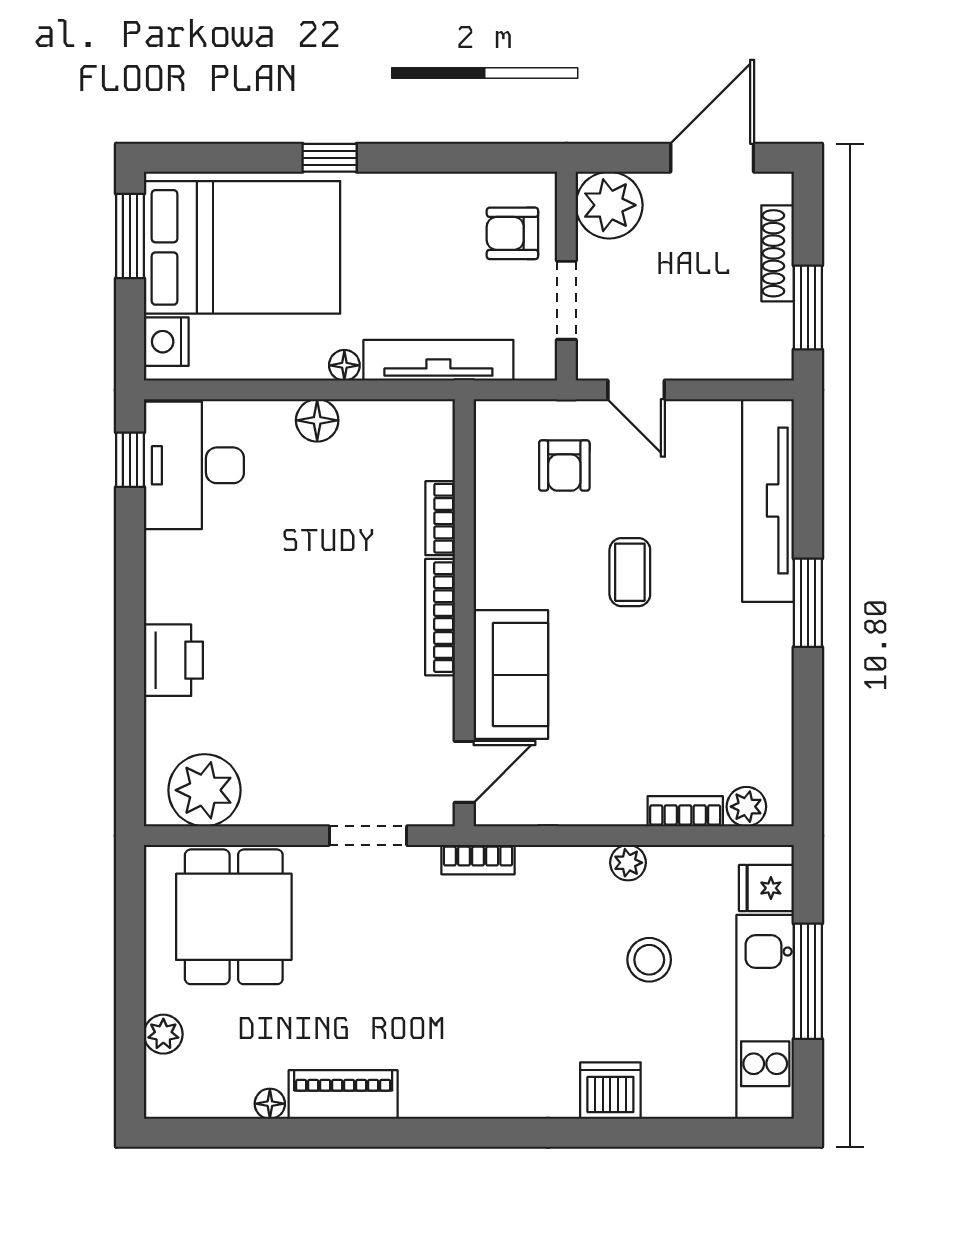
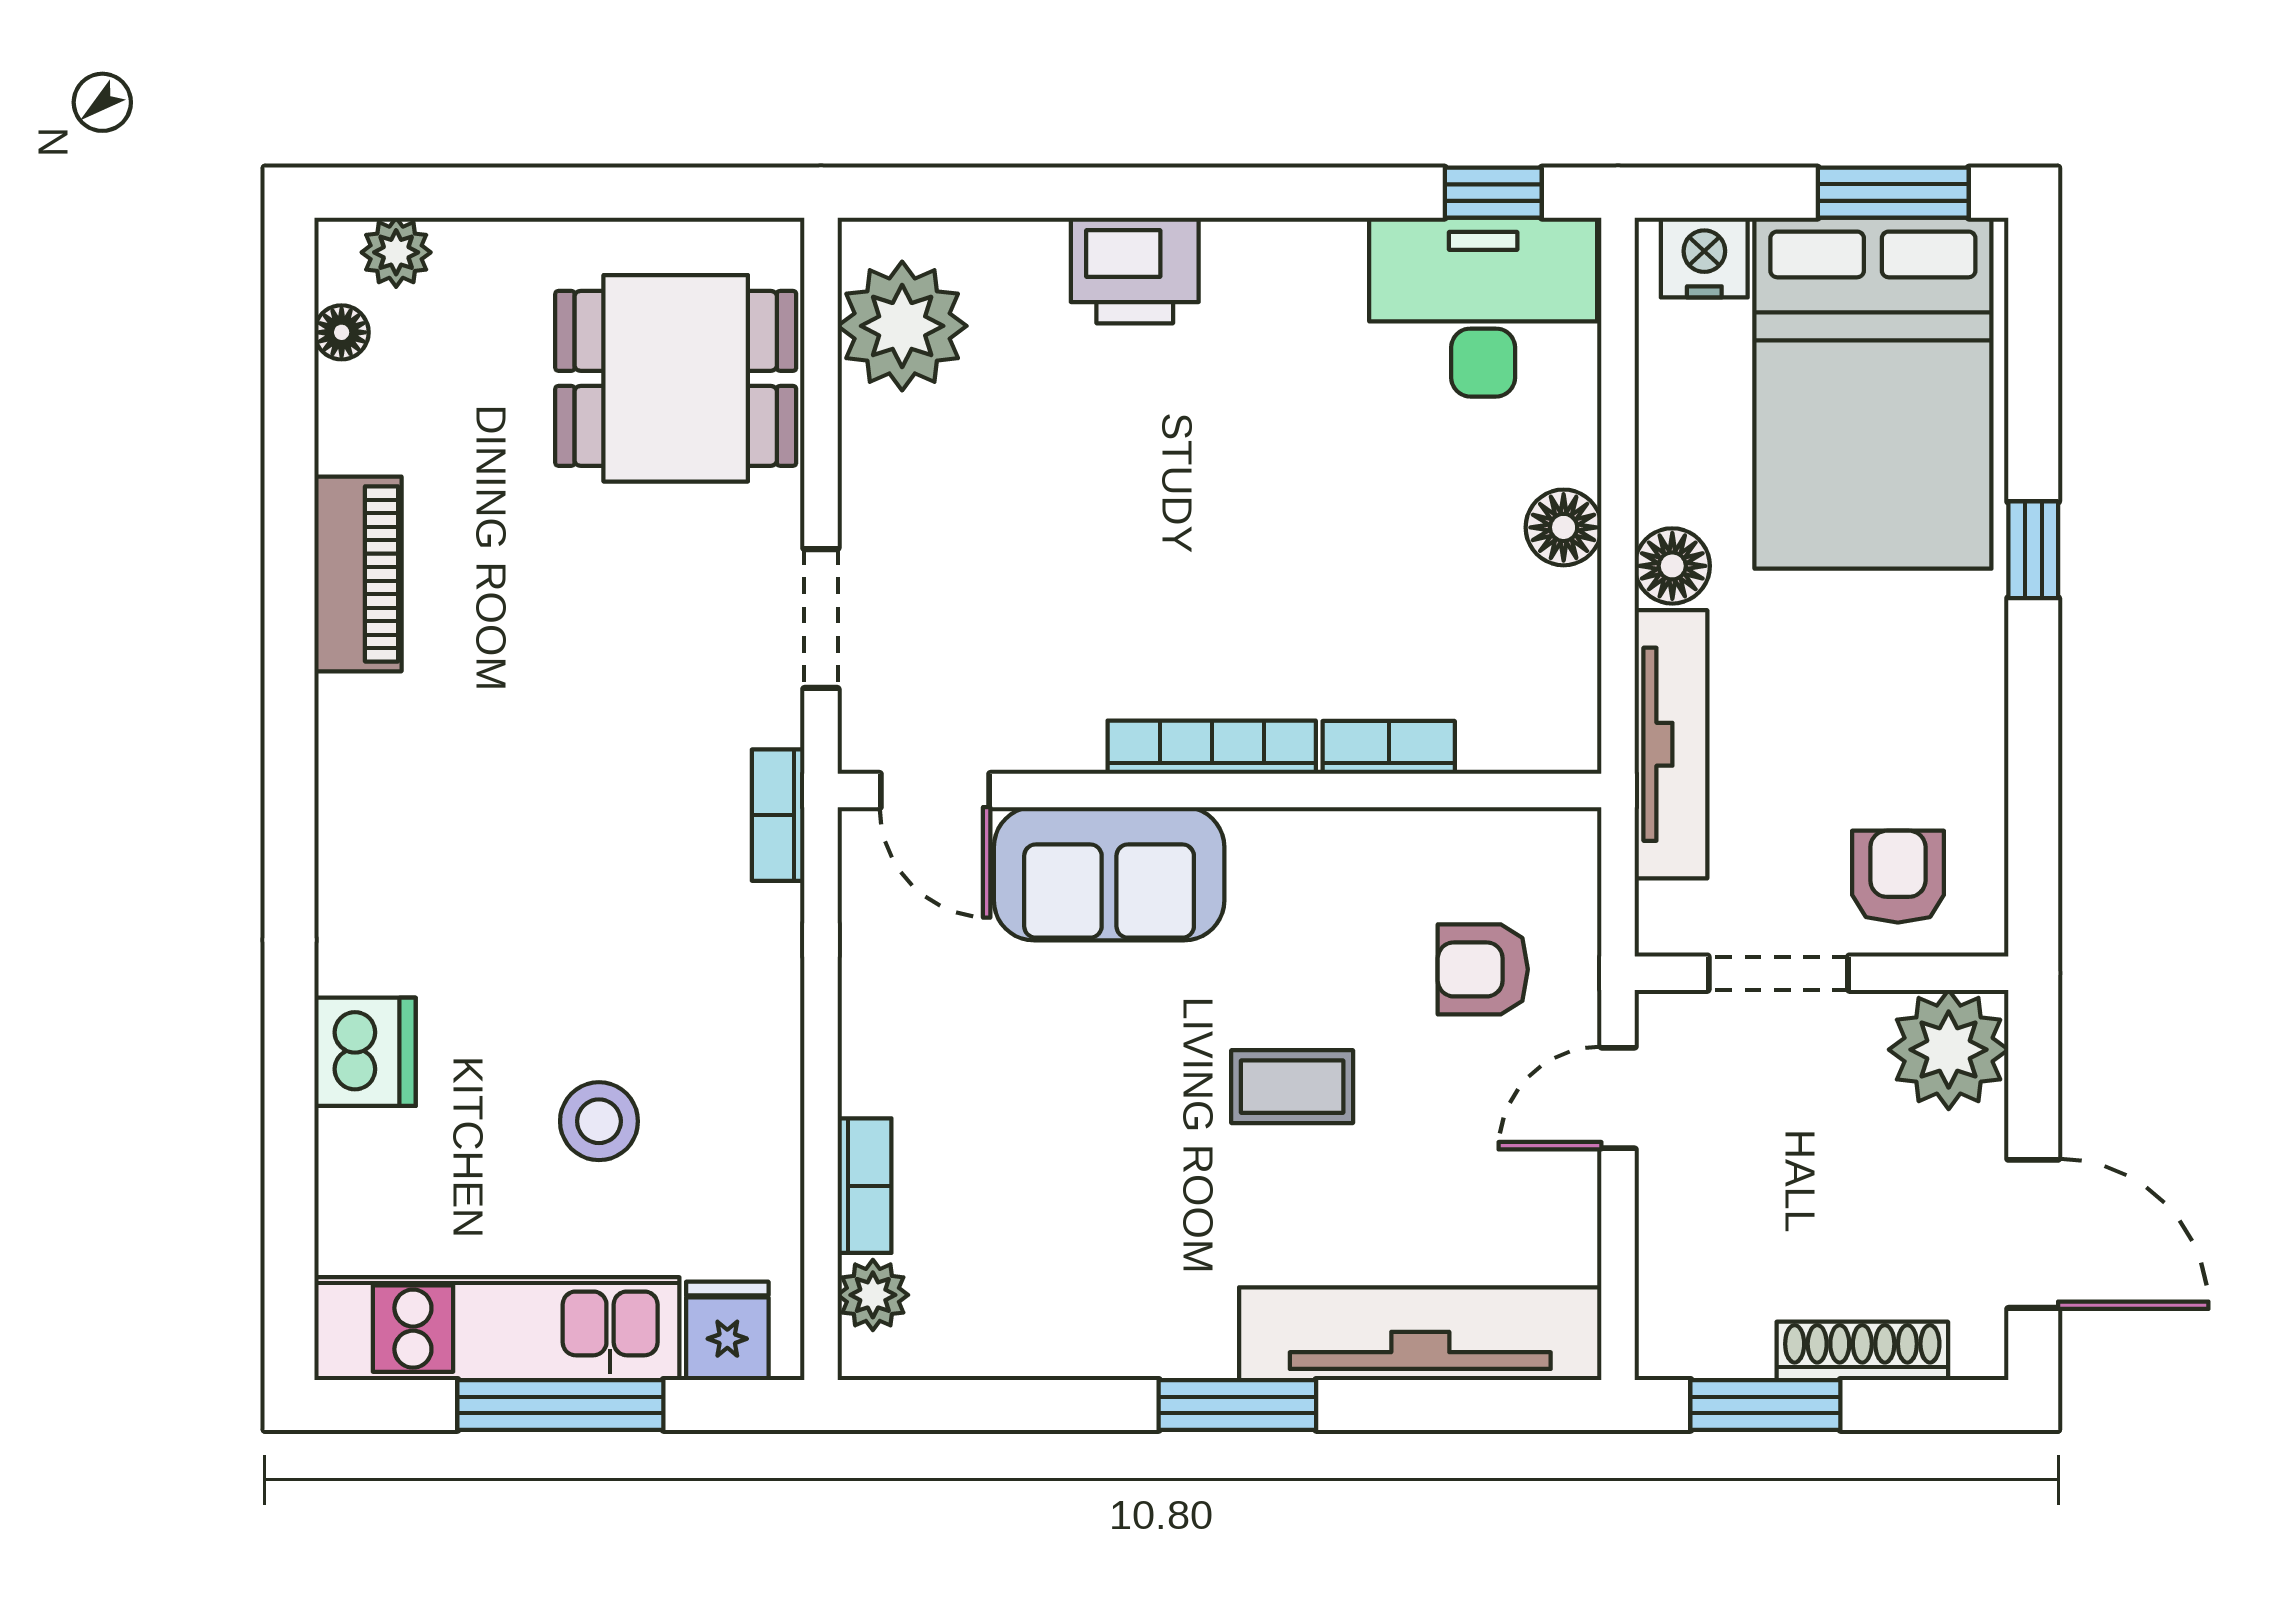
floor lamp: (344, 365) -> (1672, 566), width x1.37, depth x1.37
plant: (628, 863) -> (773, 1083), removed
plant: (163, 1034) -> (396, 252), moved
floor lamp: (270, 1104) -> (342, 332), moved

